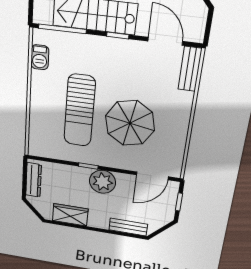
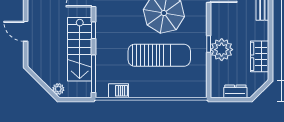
dresser: (34, 180) -> (235, 91), width x0.70
plant: (102, 182) -> (222, 50), moved

